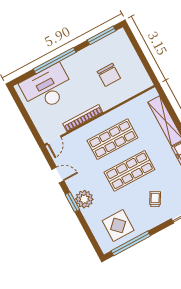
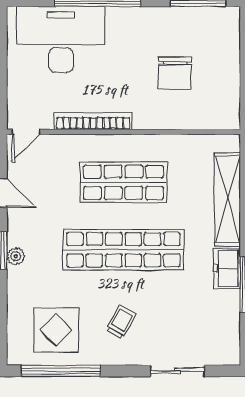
shop shelf: (129, 171) -> (124, 250), width x1.40
plant: (84, 199) -> (16, 256), width x0.53, depth x0.53
trolley: (155, 199) -> (121, 322), moved

